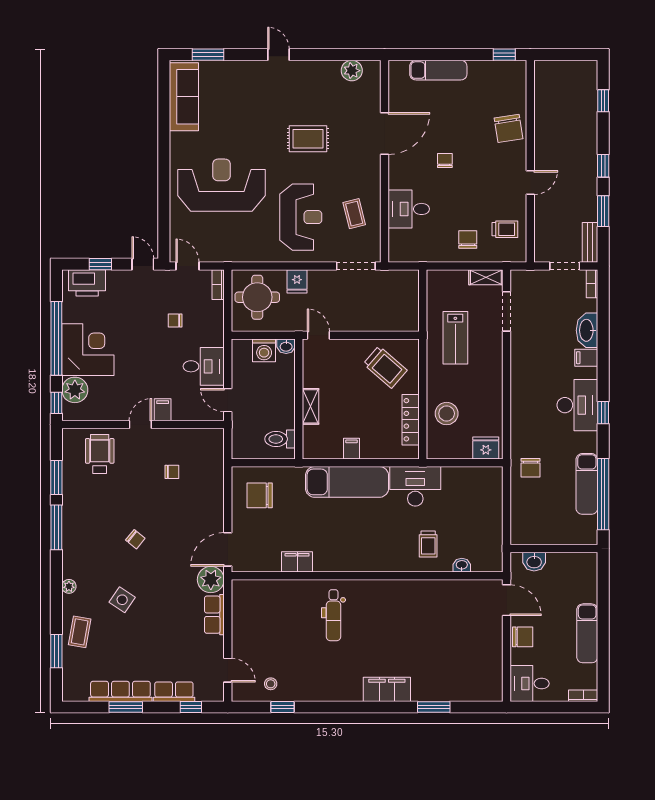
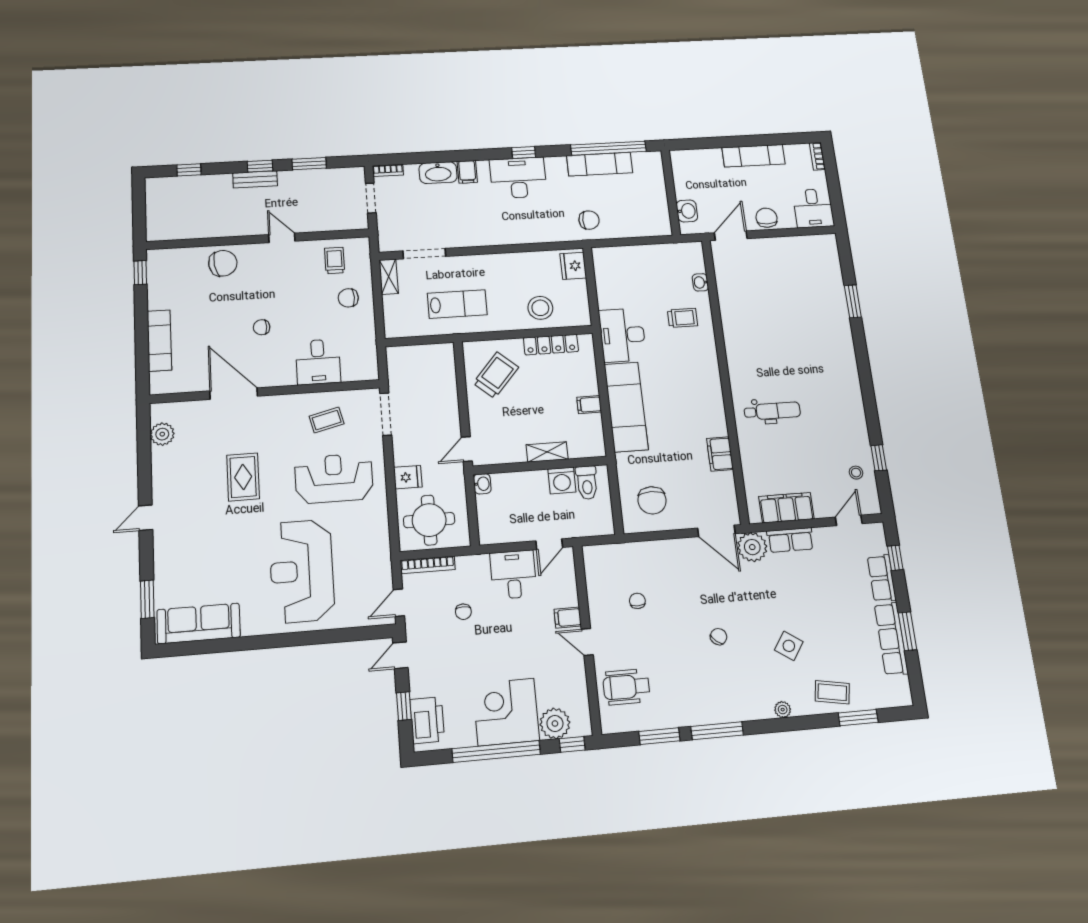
bench: (590, 242) -> (255, 179), moved
bookcase: (218, 285) -> (428, 565), width x1.56
washing machine: (264, 350) -> (562, 480), moved, turned 90
filing cabinet: (387, 689) -> (786, 508), moved, turned 90

